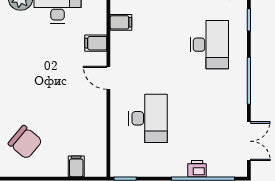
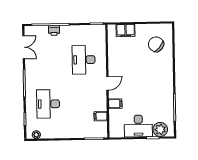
door: (108, 78) -> (107, 83), hinge flipped
double door: (249, 141) -> (24, 47), swing flipped
filing cabinet: (76, 166) -> (126, 31), width x2.00

